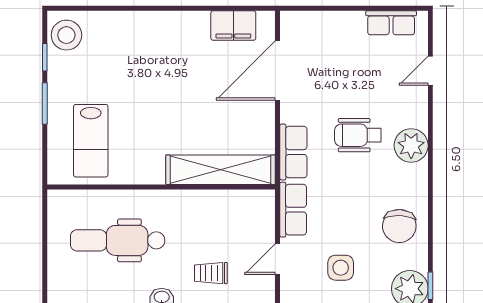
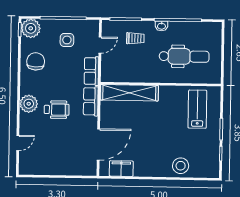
row of seats: (391, 23) -> (38, 169), removed
stool: (66, 35) -> (181, 166), moved

